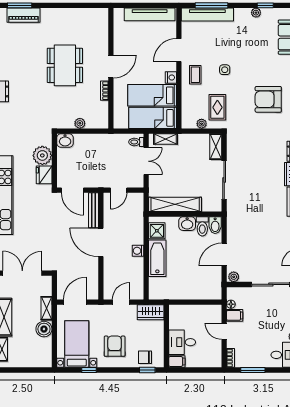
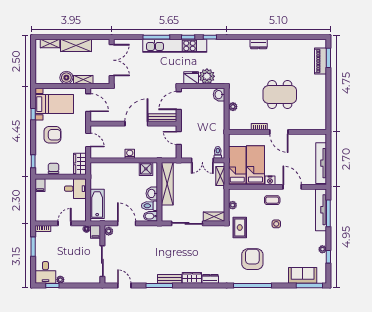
rug: (217, 107) -> (240, 227), moved, turned 90
bathtub: (157, 258) -> (97, 204), moved, turned -90
filing cabinet: (235, 315) -> (96, 232), moved
desk: (182, 342) -> (75, 189), moved, turned 90
chair: (145, 357) -> (53, 168), moved

